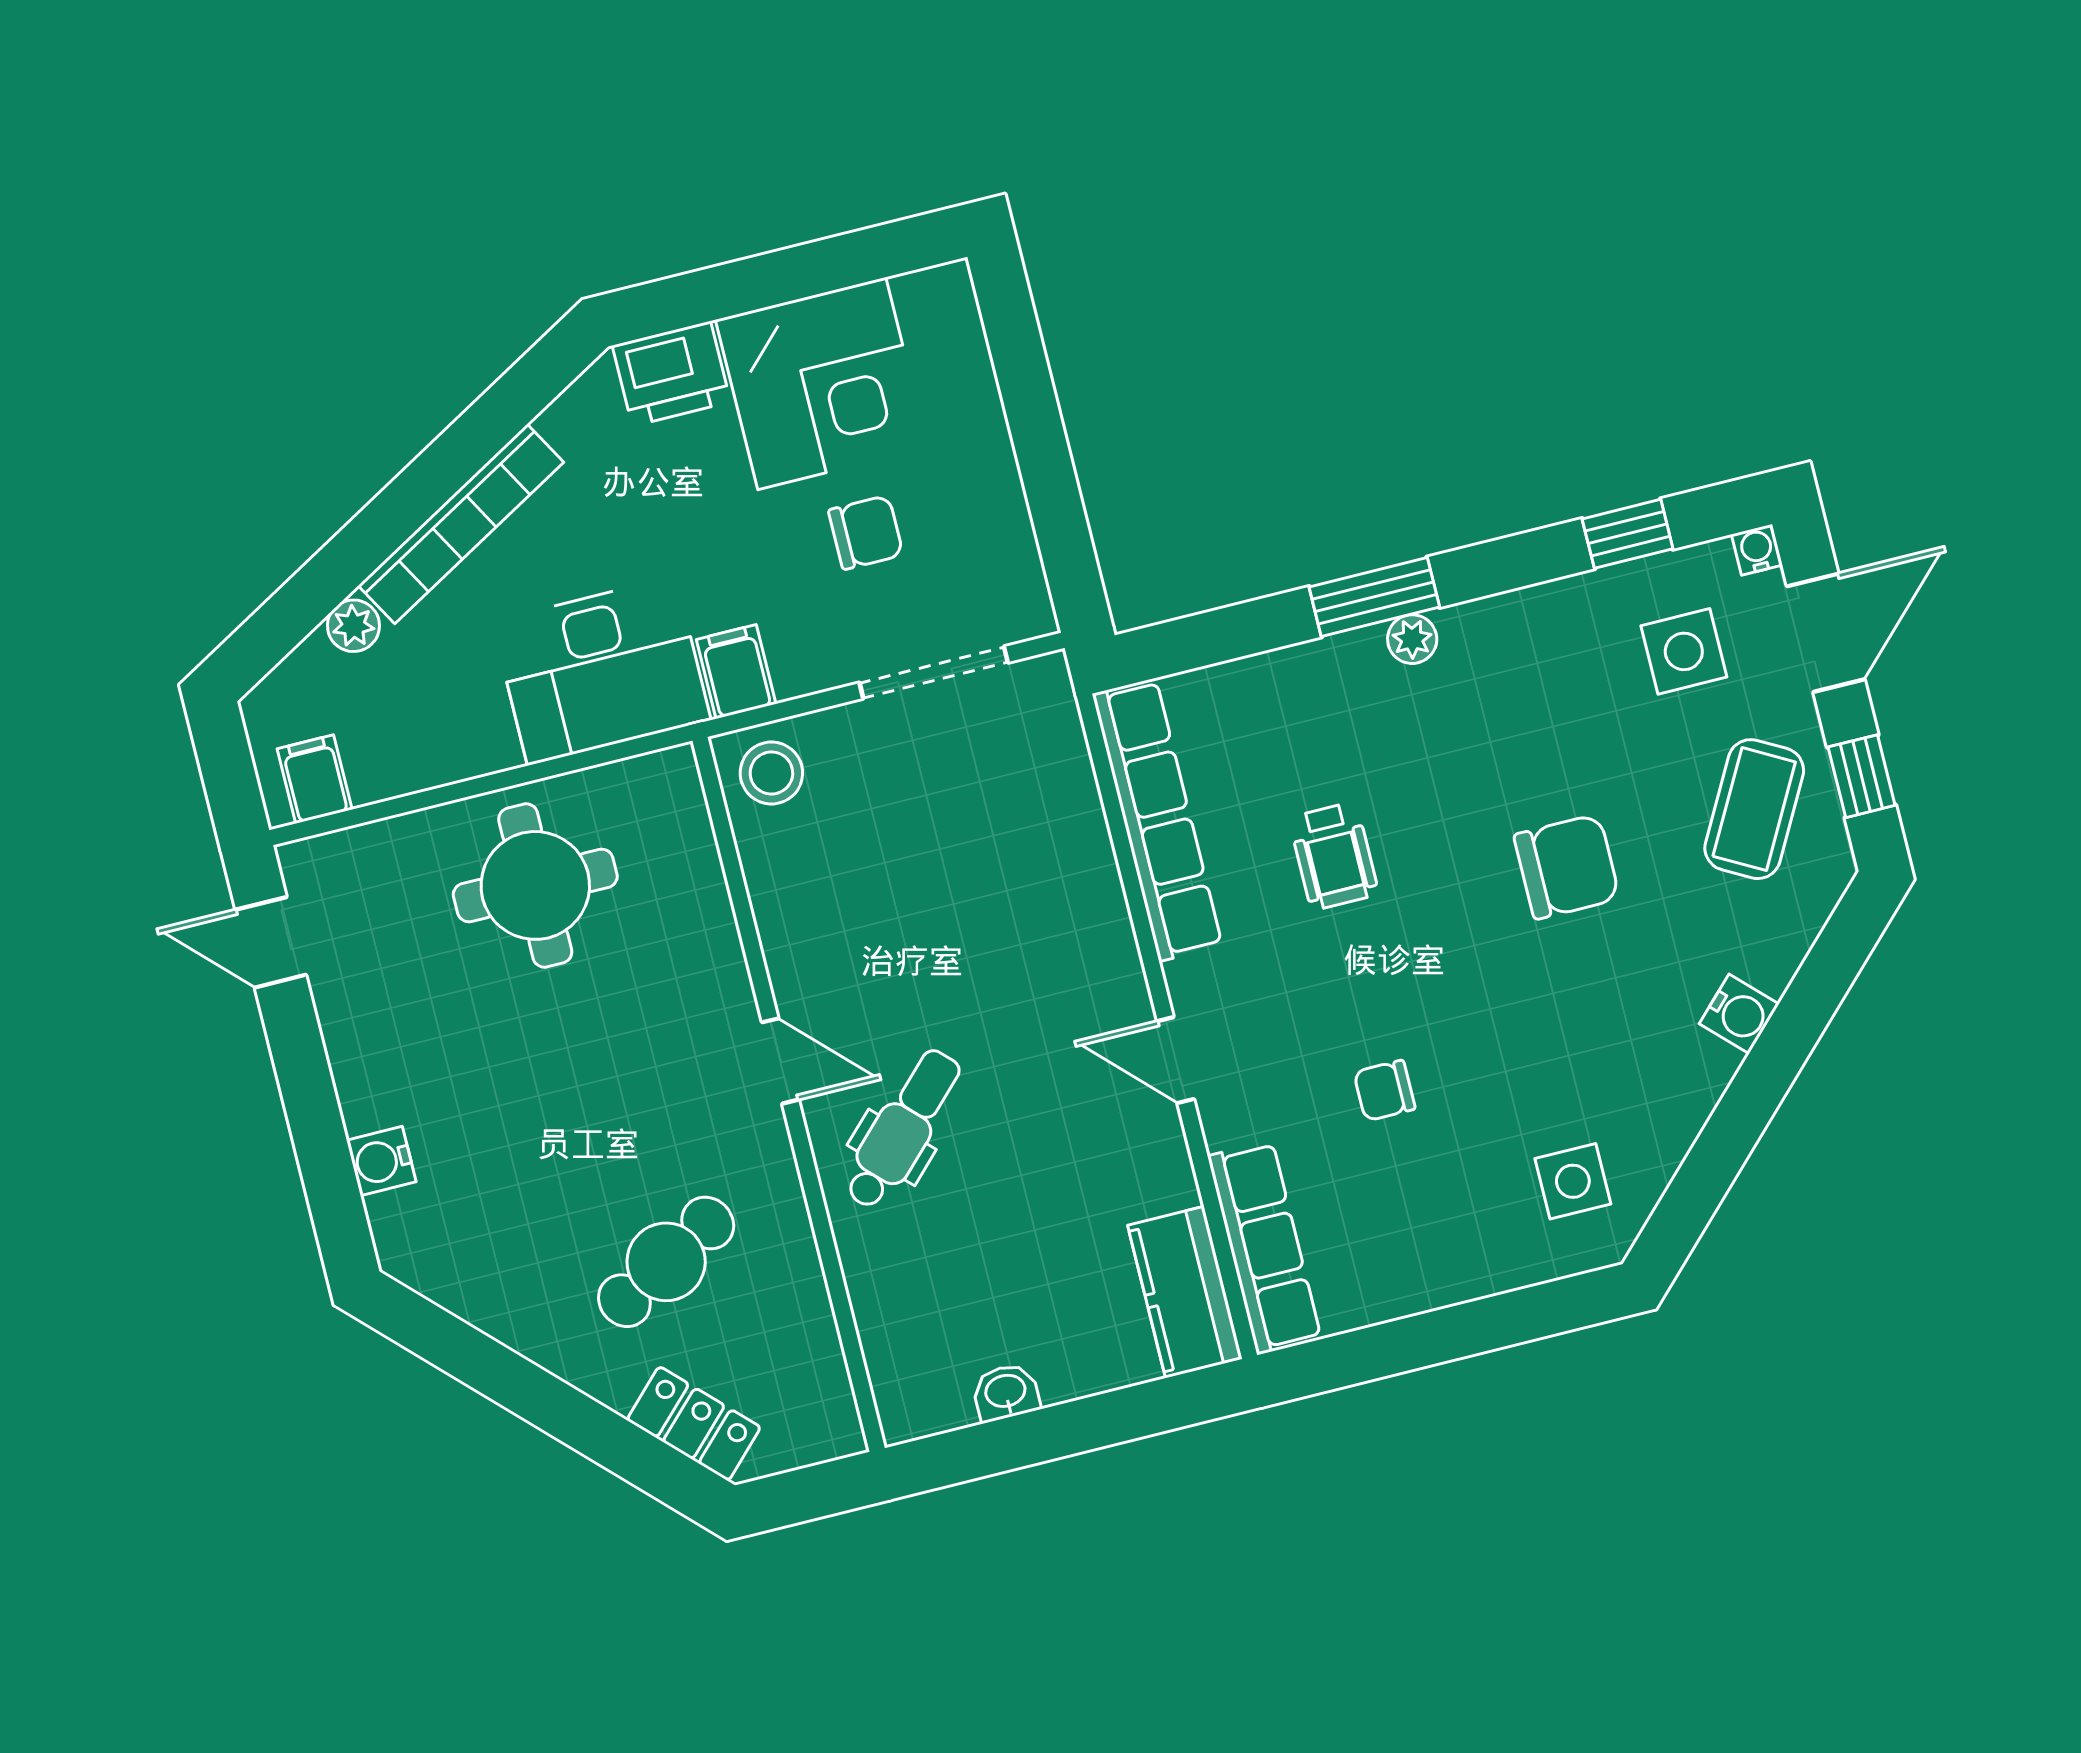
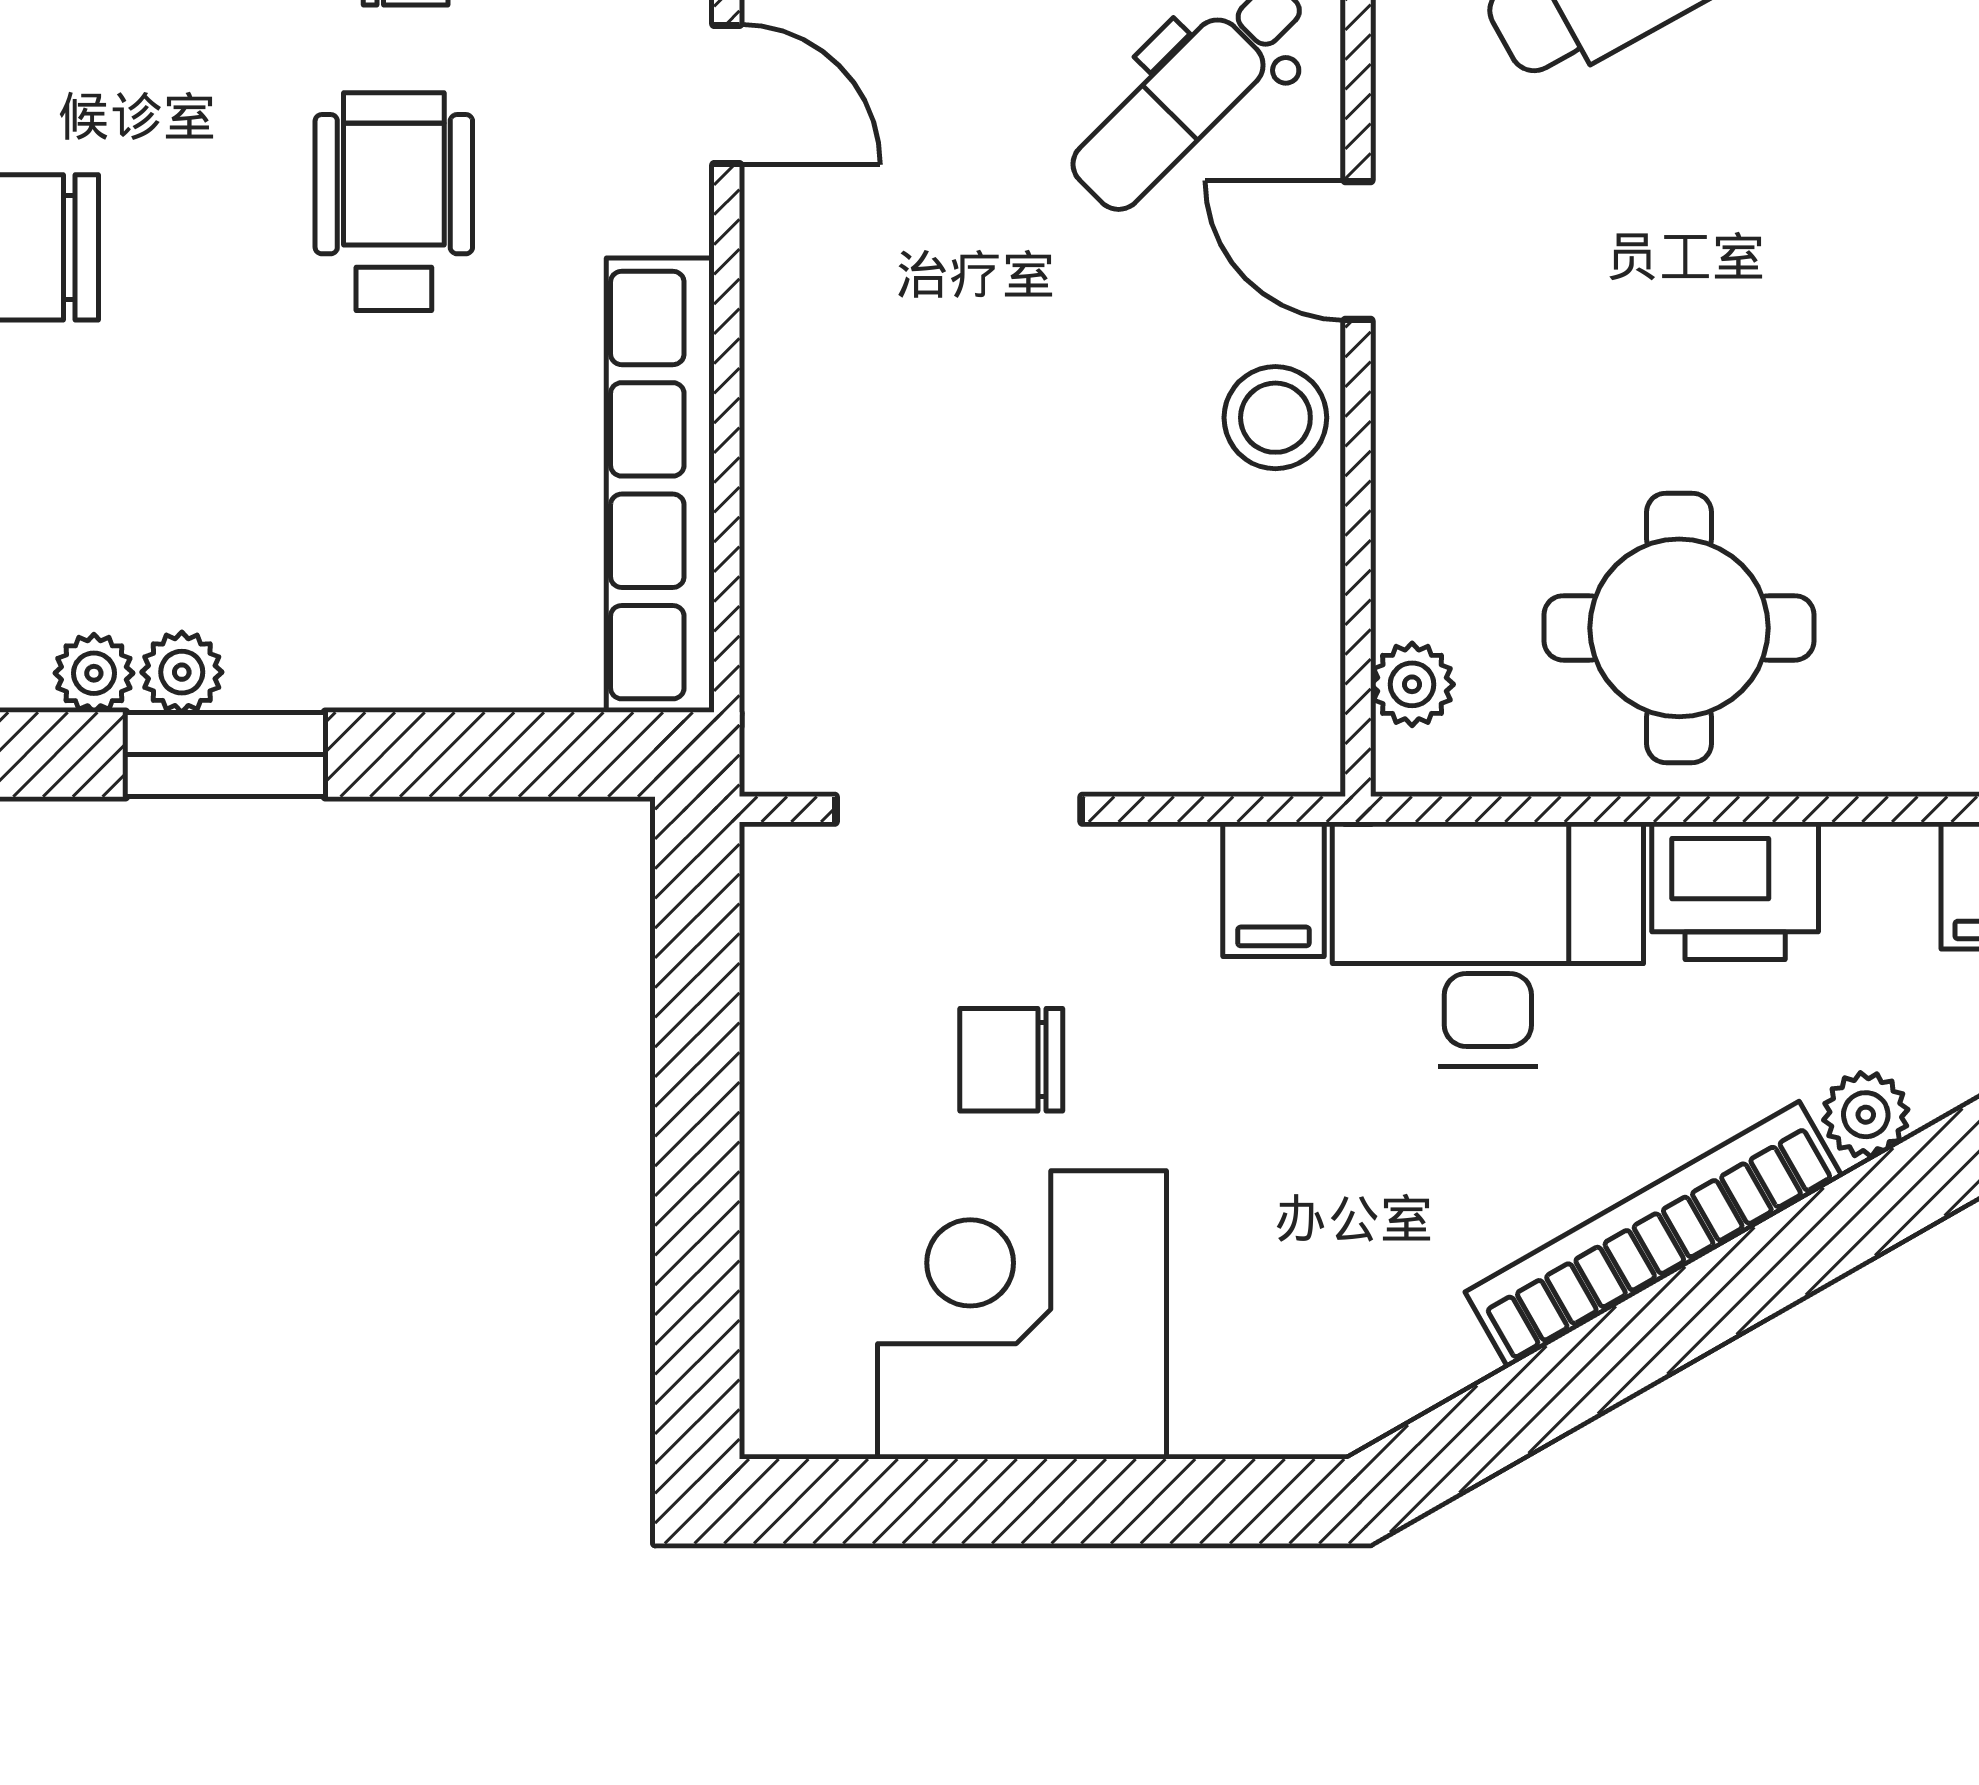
printer: (671, 374) -> (1735, 891), moved, turned 180
plant: (1464, 626) -> (94, 673), added
stool: (771, 773) -> (1275, 418), moved
plant: (684, 813) -> (1412, 684), added
wheelchair: (1334, 856) -> (394, 202), moved, width x1.36, depth x1.37

